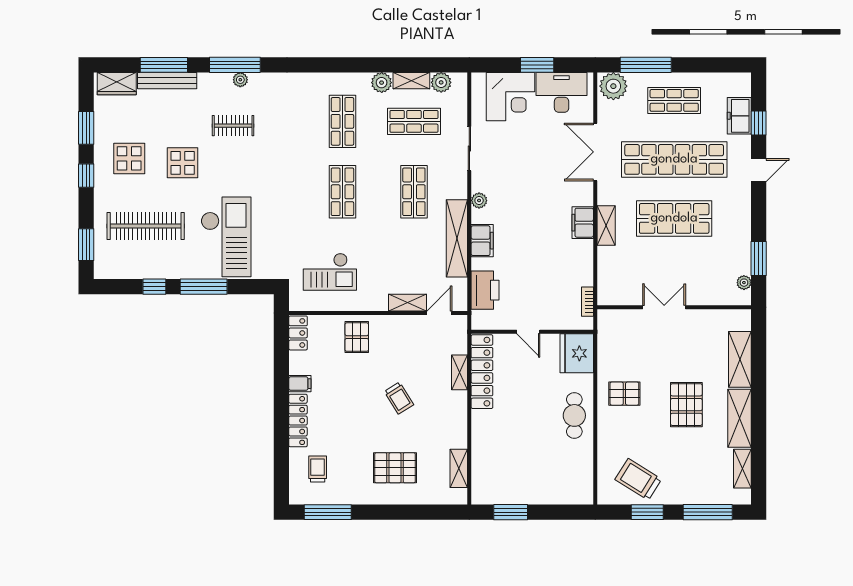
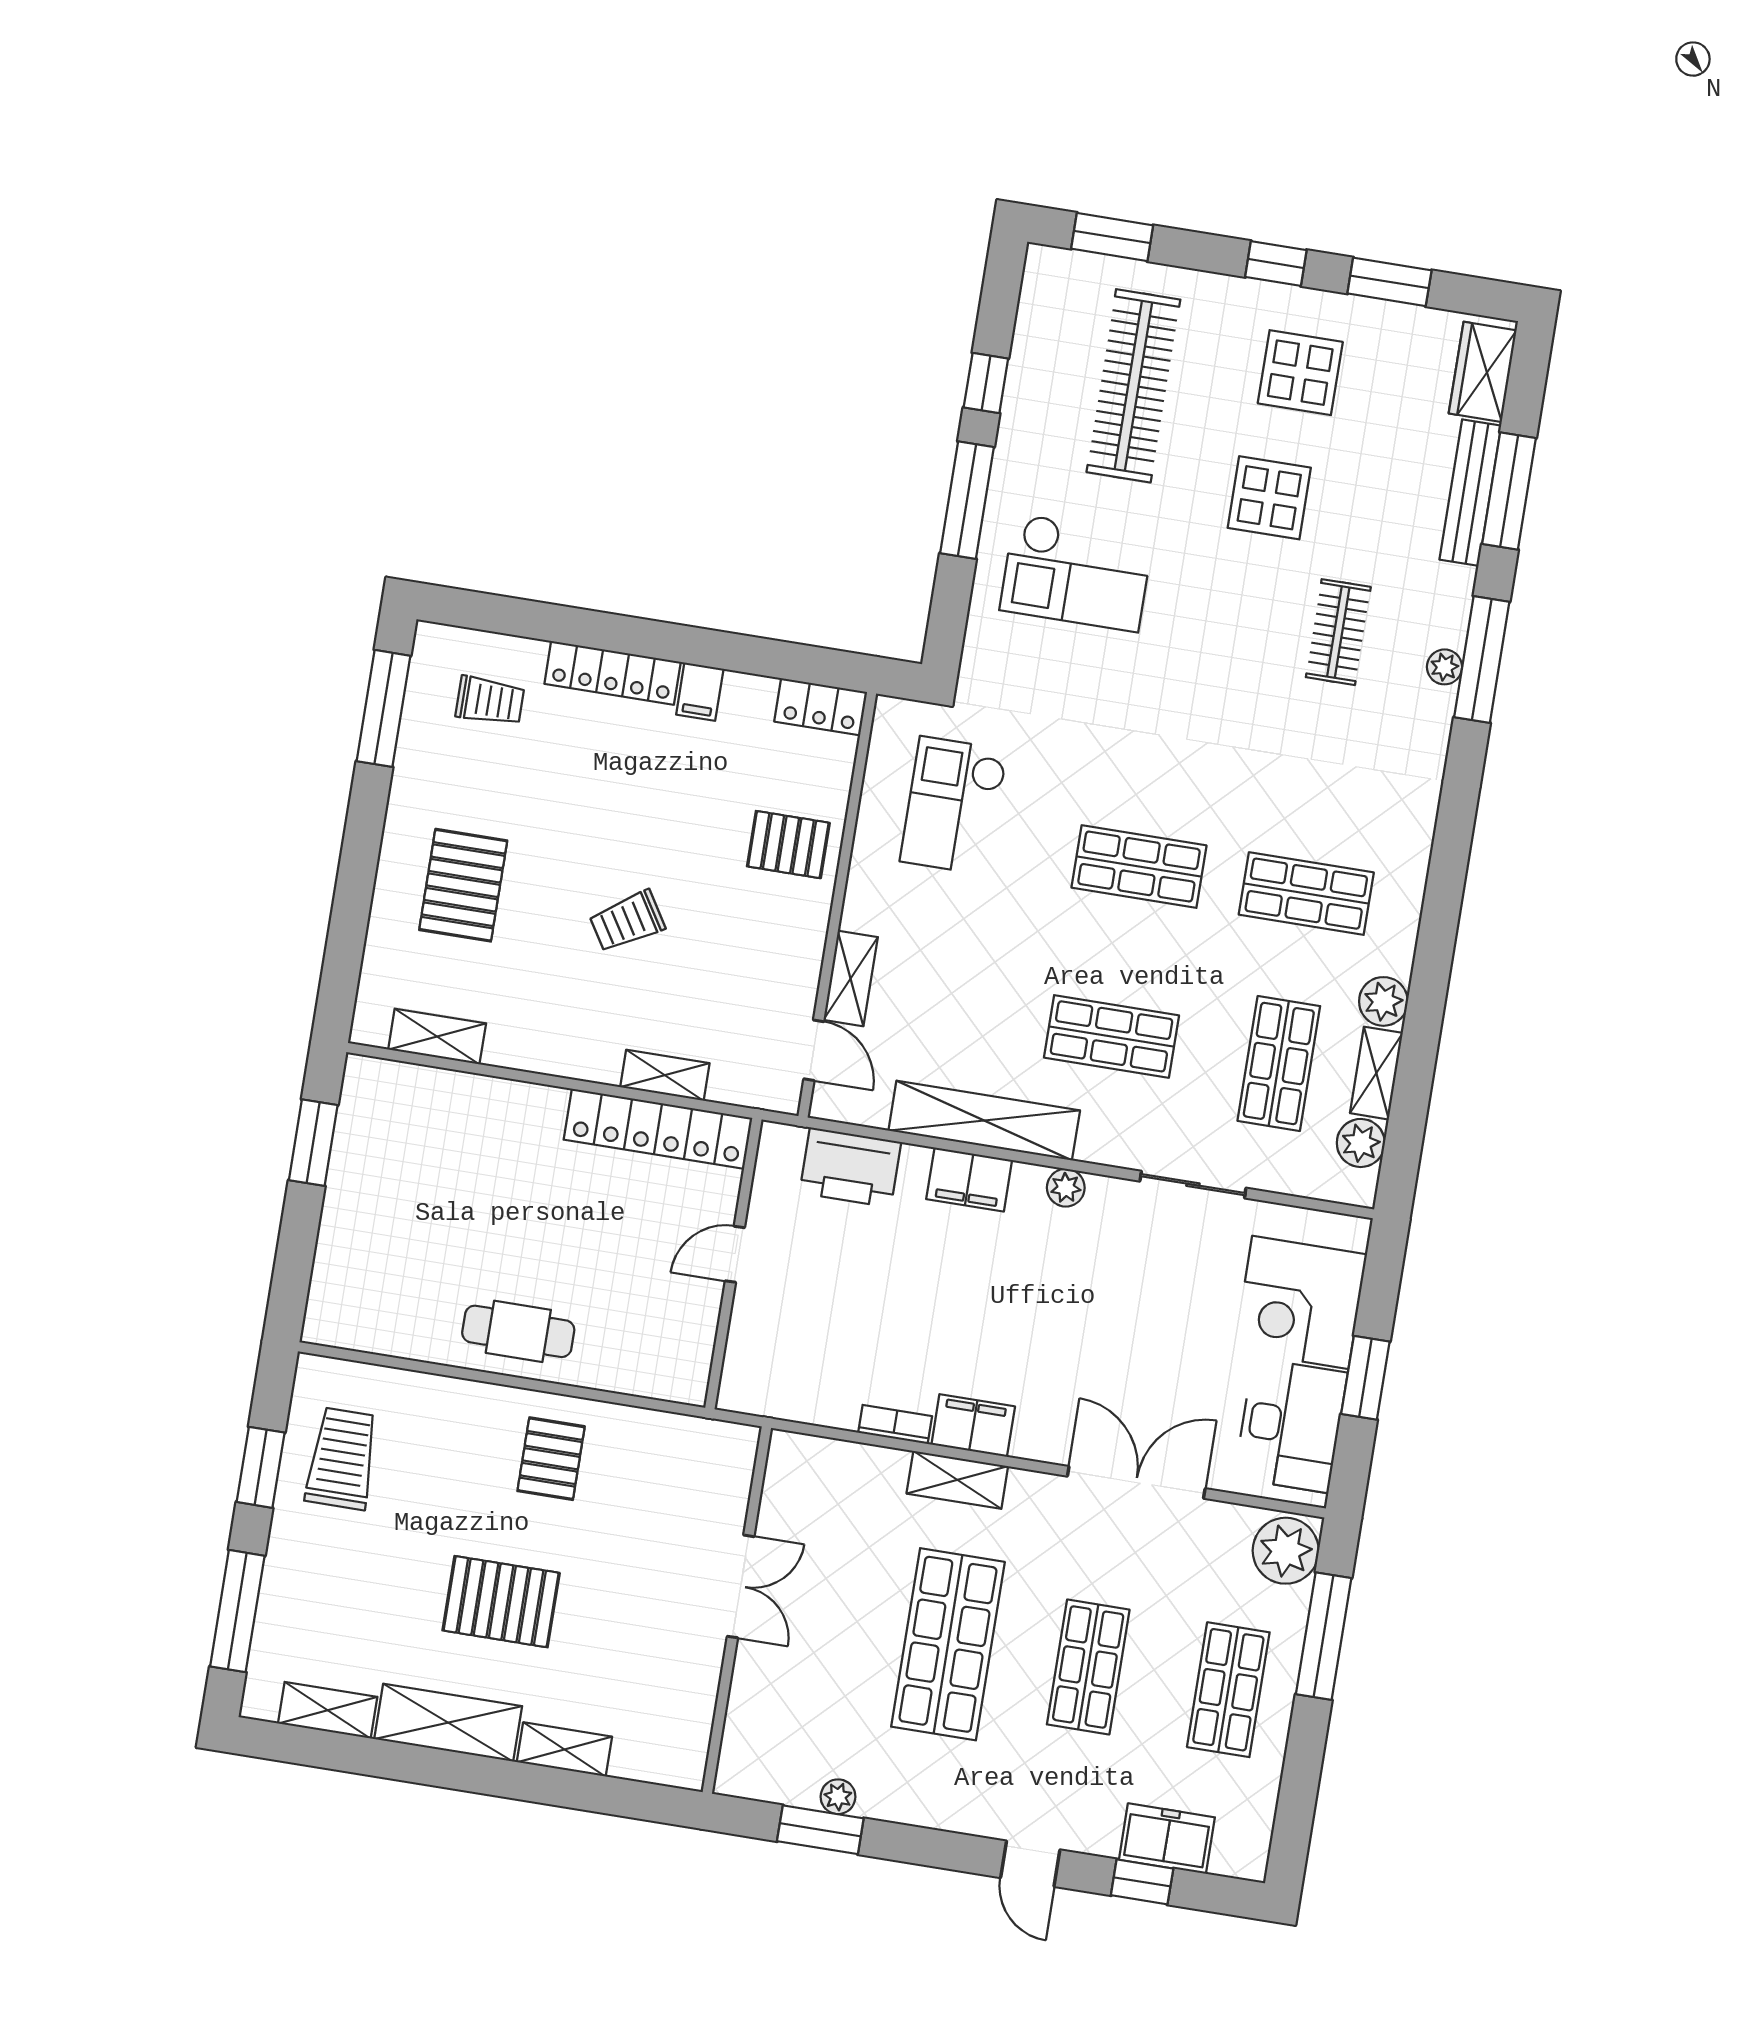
shop shelf: (674, 159) -> (1088, 1667), width x0.50, depth x0.74
checkout: (226, 237) -> (1077, 573), width x0.73, depth x0.83
plant: (744, 283) -> (838, 1797), moved
bookcase: (587, 302) -> (895, 1424), moved
fridge: (577, 353) -> (665, 1361), removed
shelving: (740, 359) -> (564, 1749), width x0.67, depth x0.75
trolley: (638, 479) -> (342, 1459), turned -32

